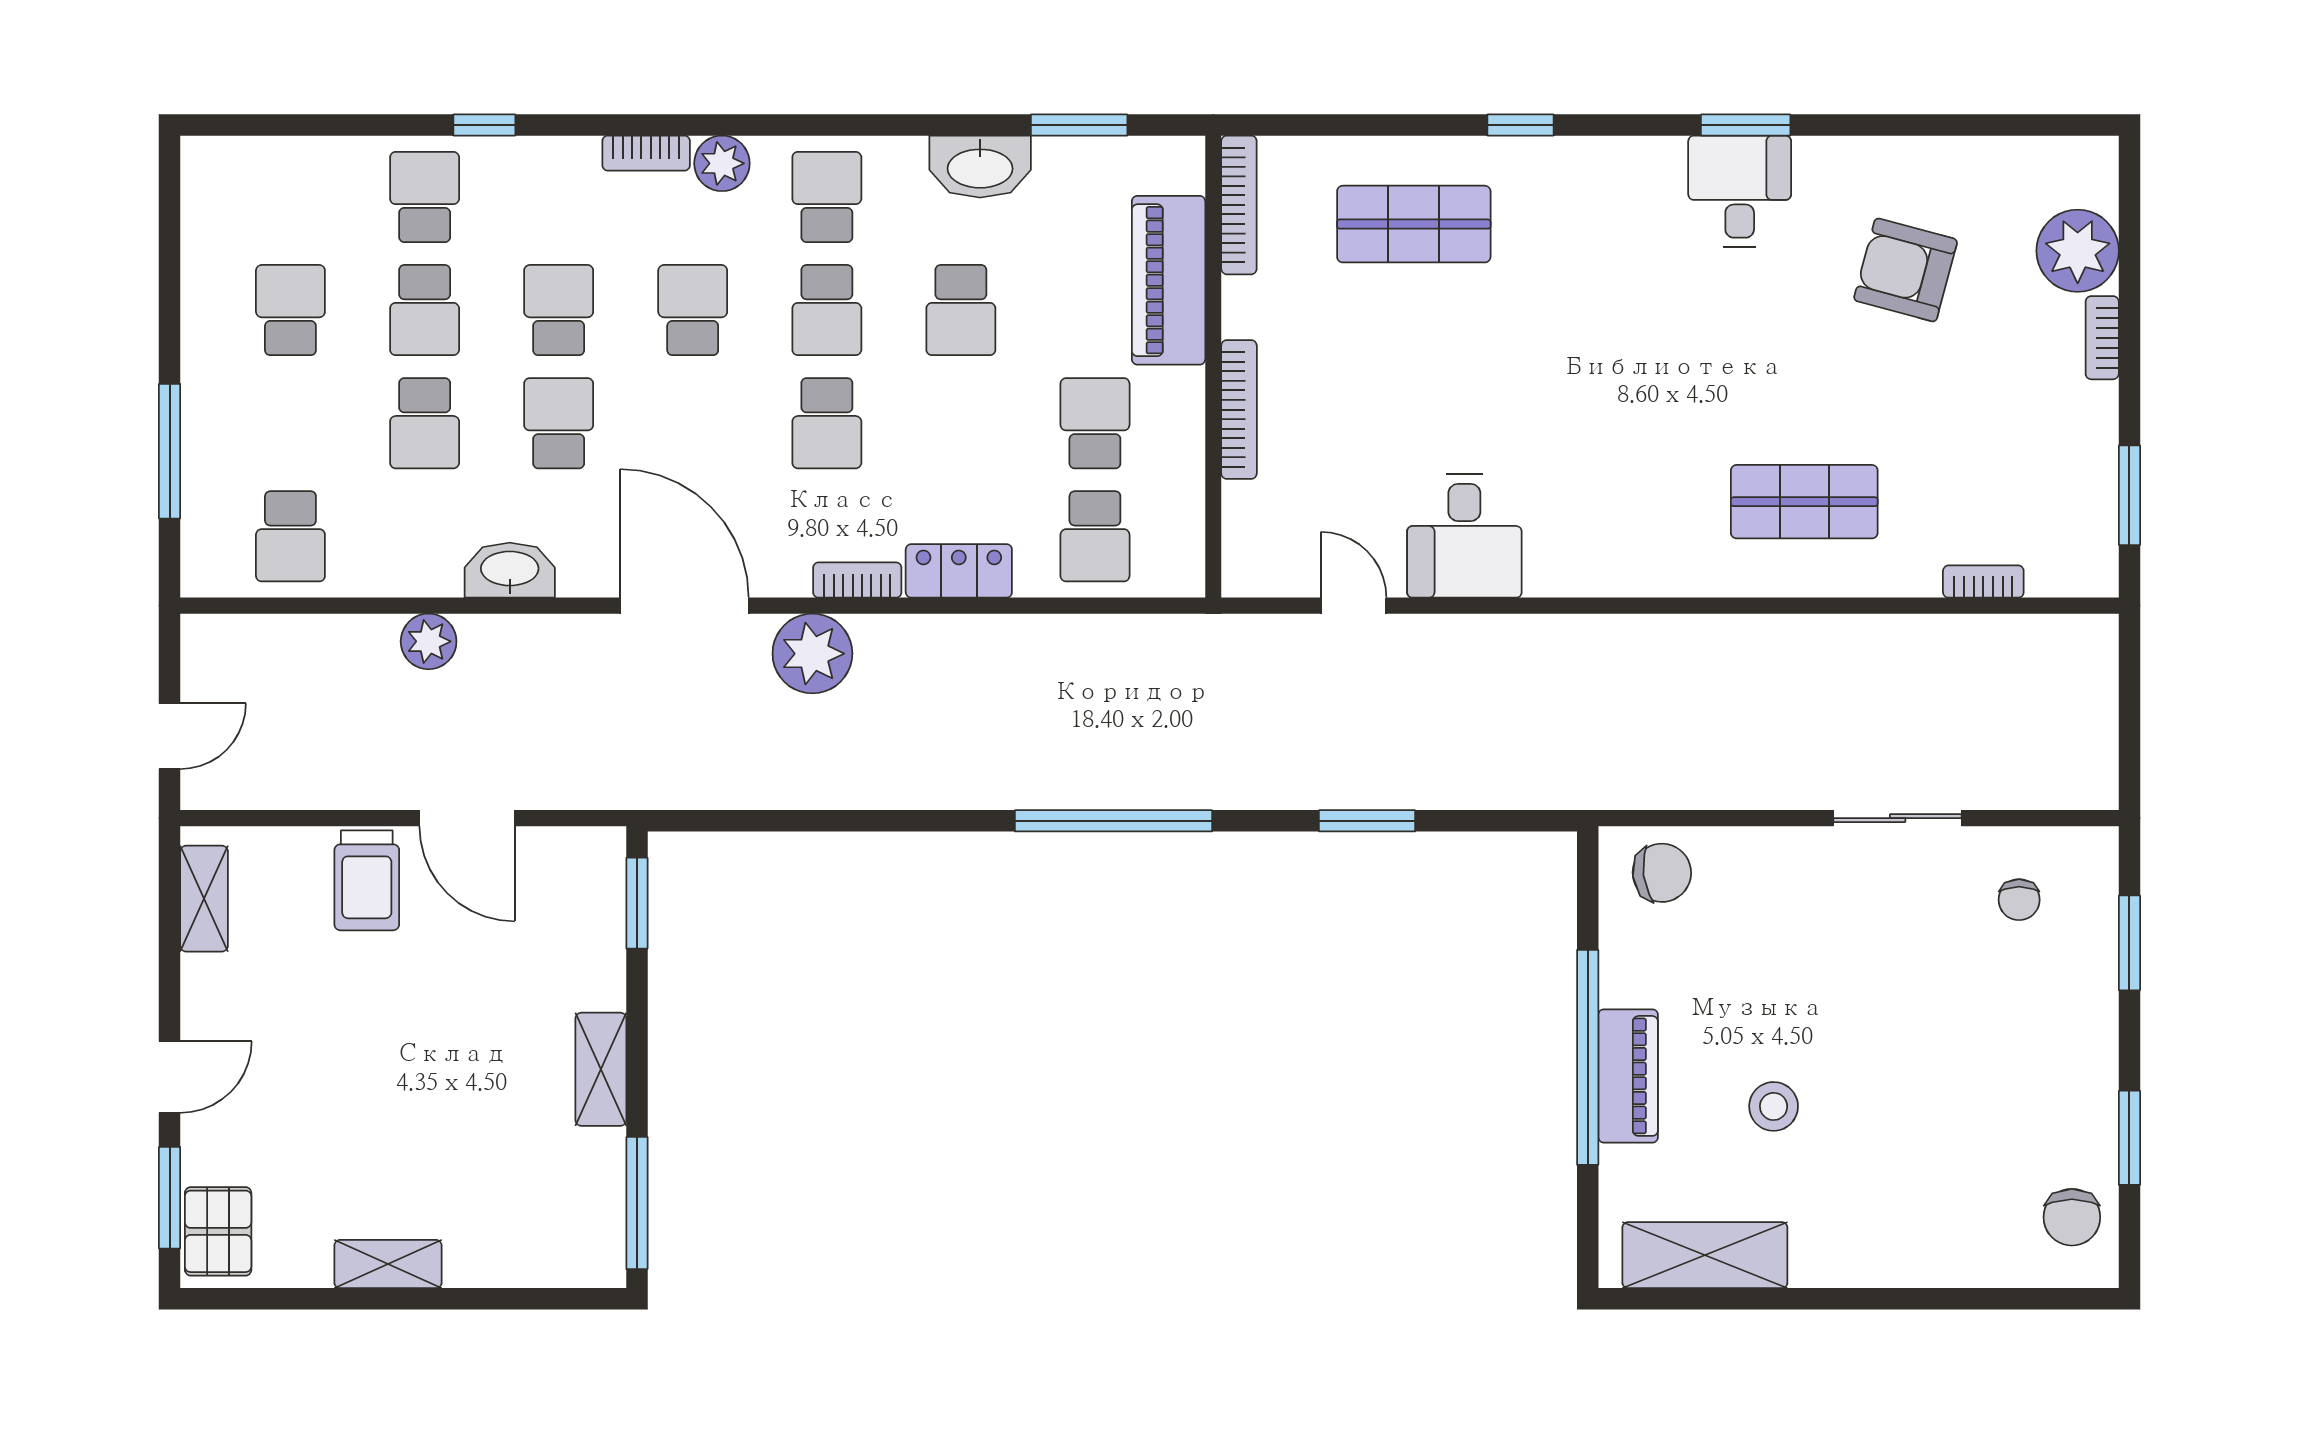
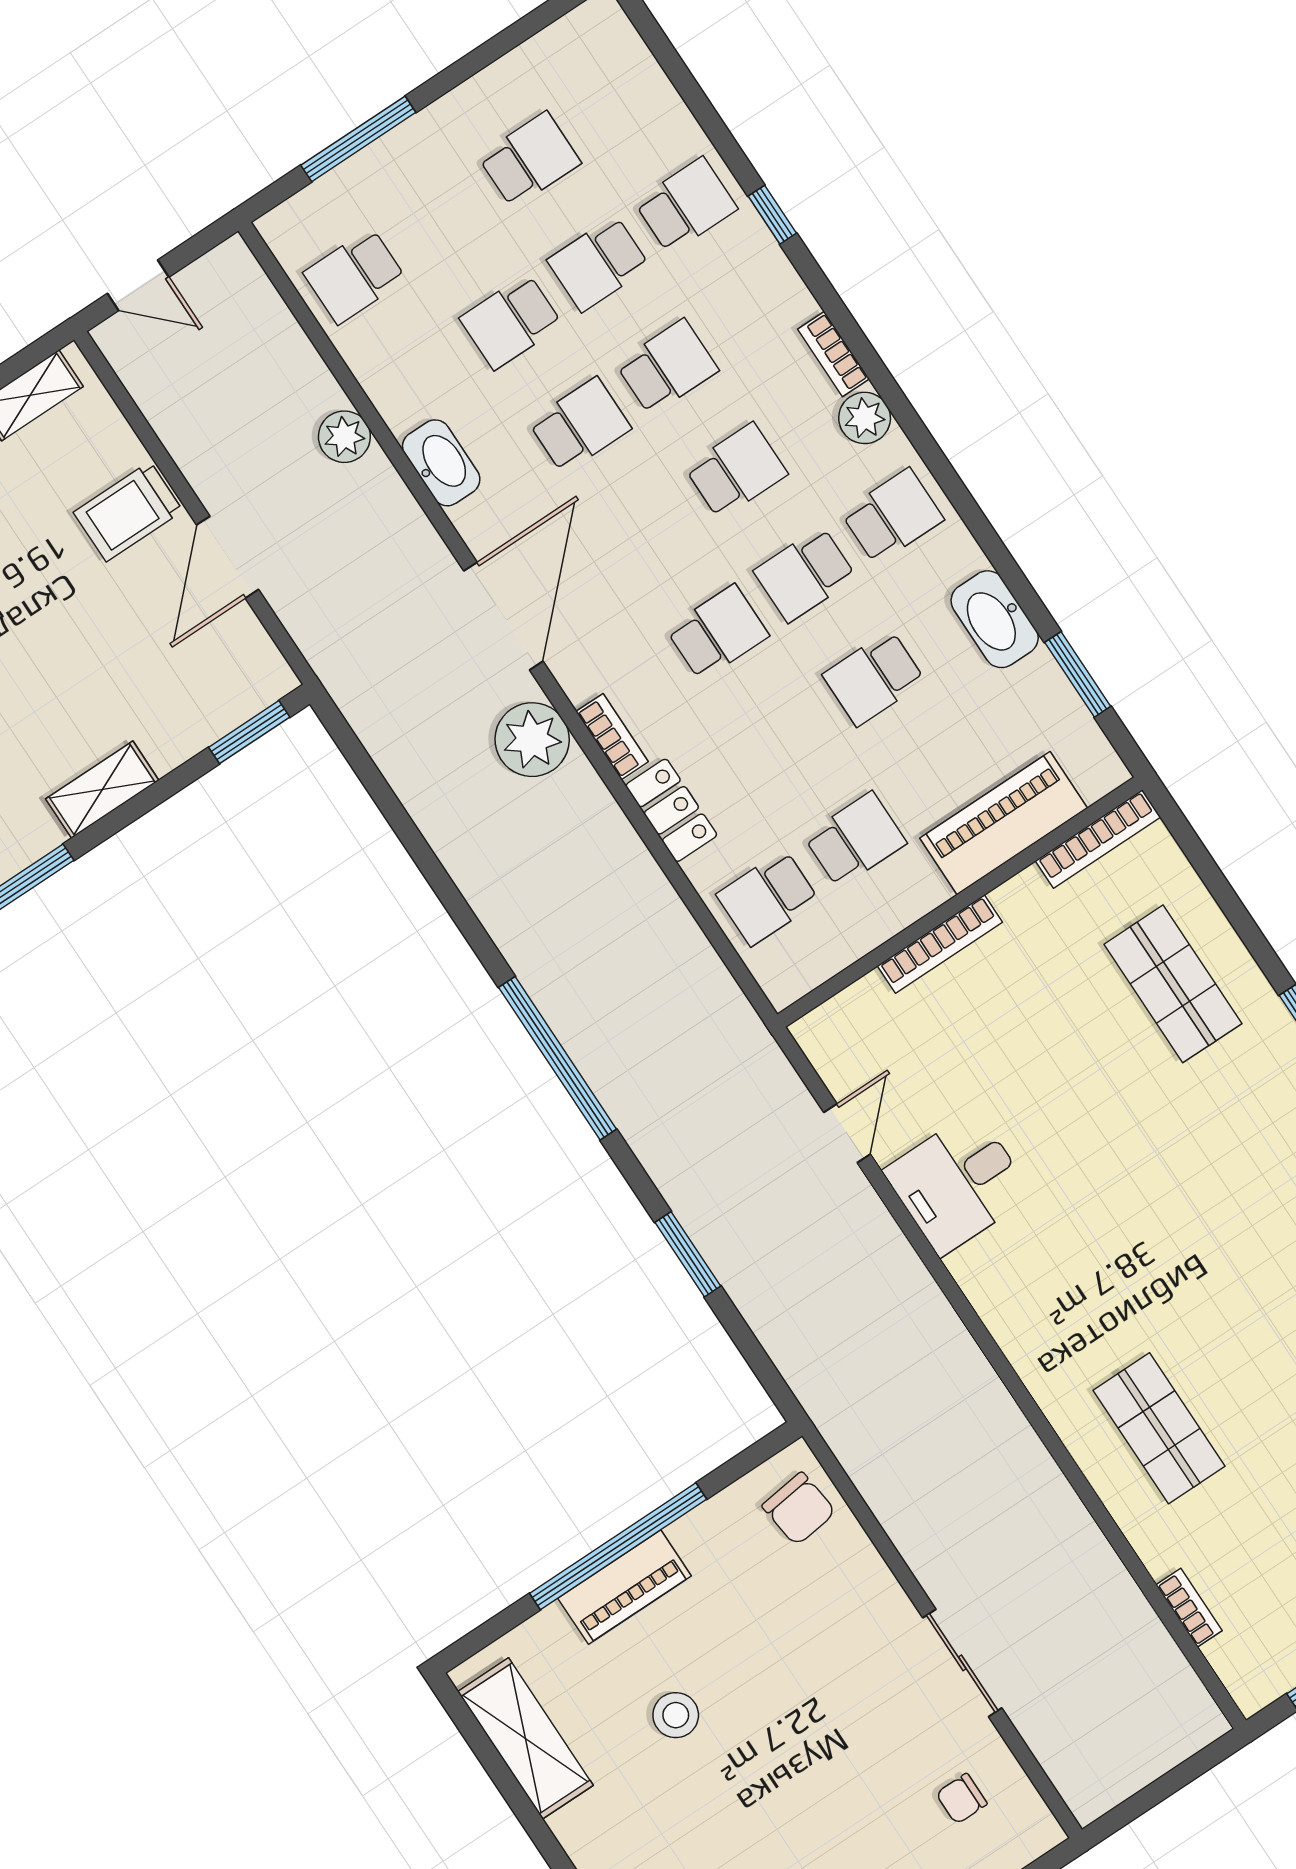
school desk: (827, 423) -> (718, 632), turned 180

